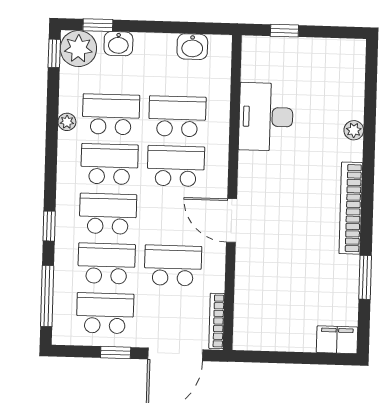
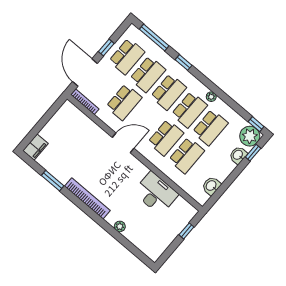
plant: (67, 122) -> (211, 97), moved

